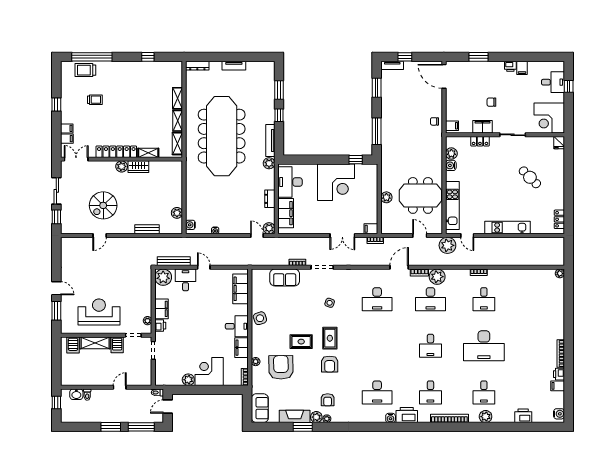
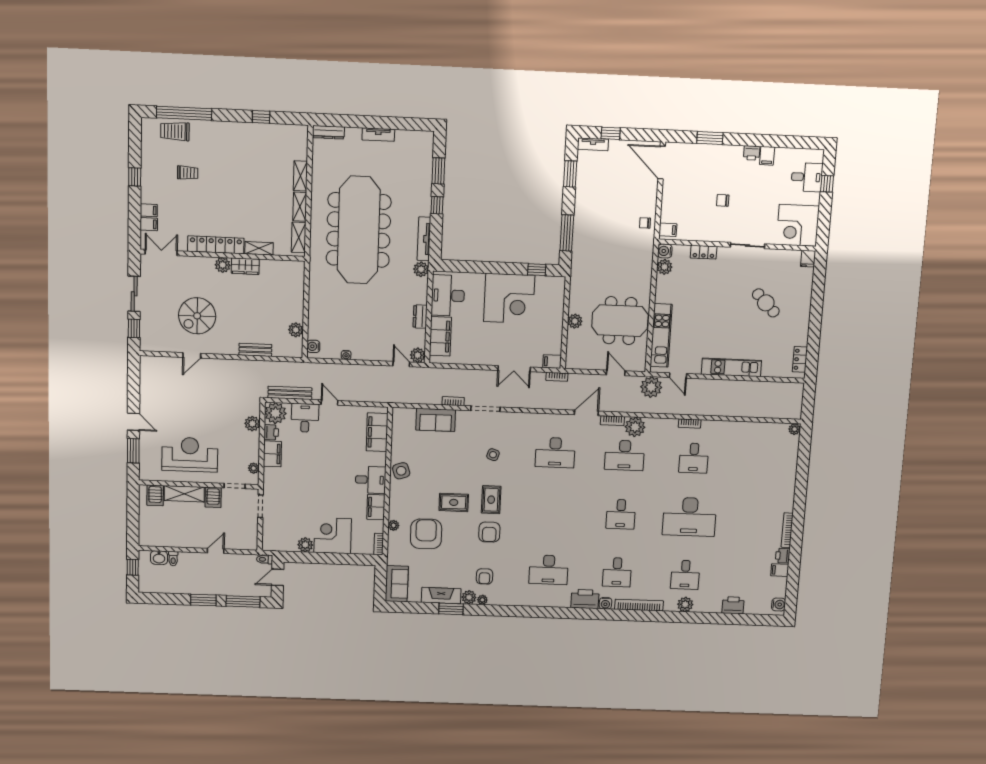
filing cabinet: (483, 127) -> (708, 233), removed
water cooler: (451, 165) -> (665, 251), moved
plant: (146, 286) -> (252, 424), added
printer: (160, 326) -> (271, 432), moved
water cooler: (391, 418) -> (605, 603), moved

